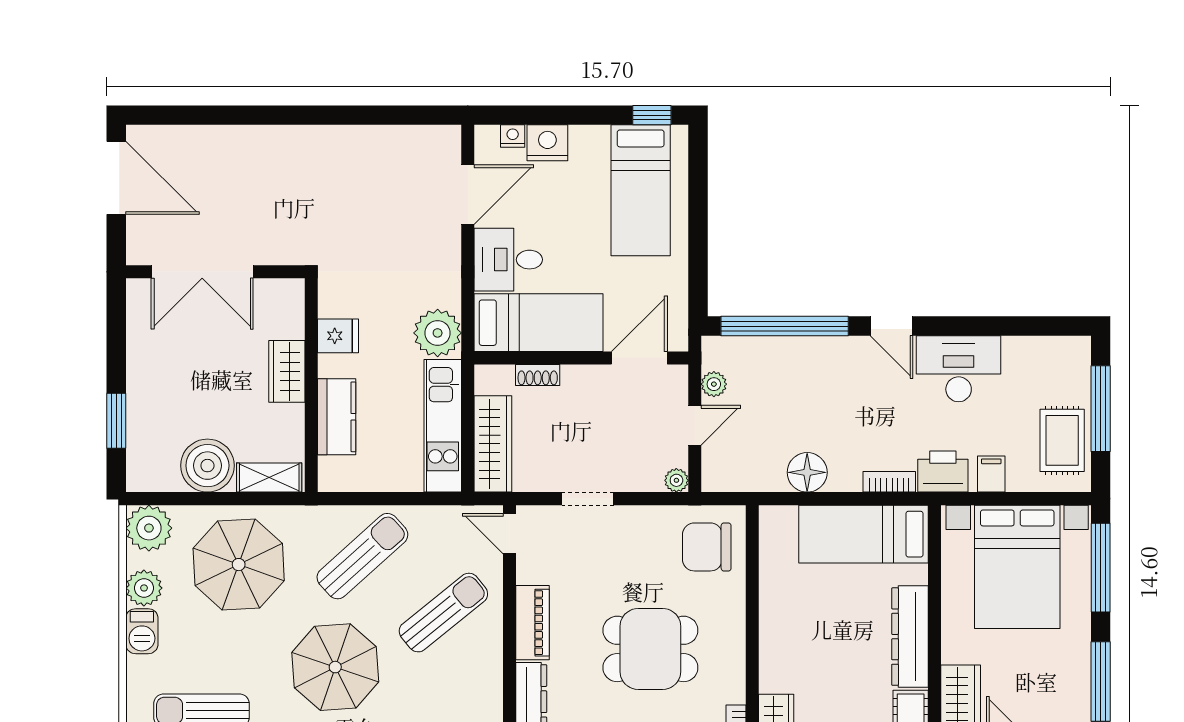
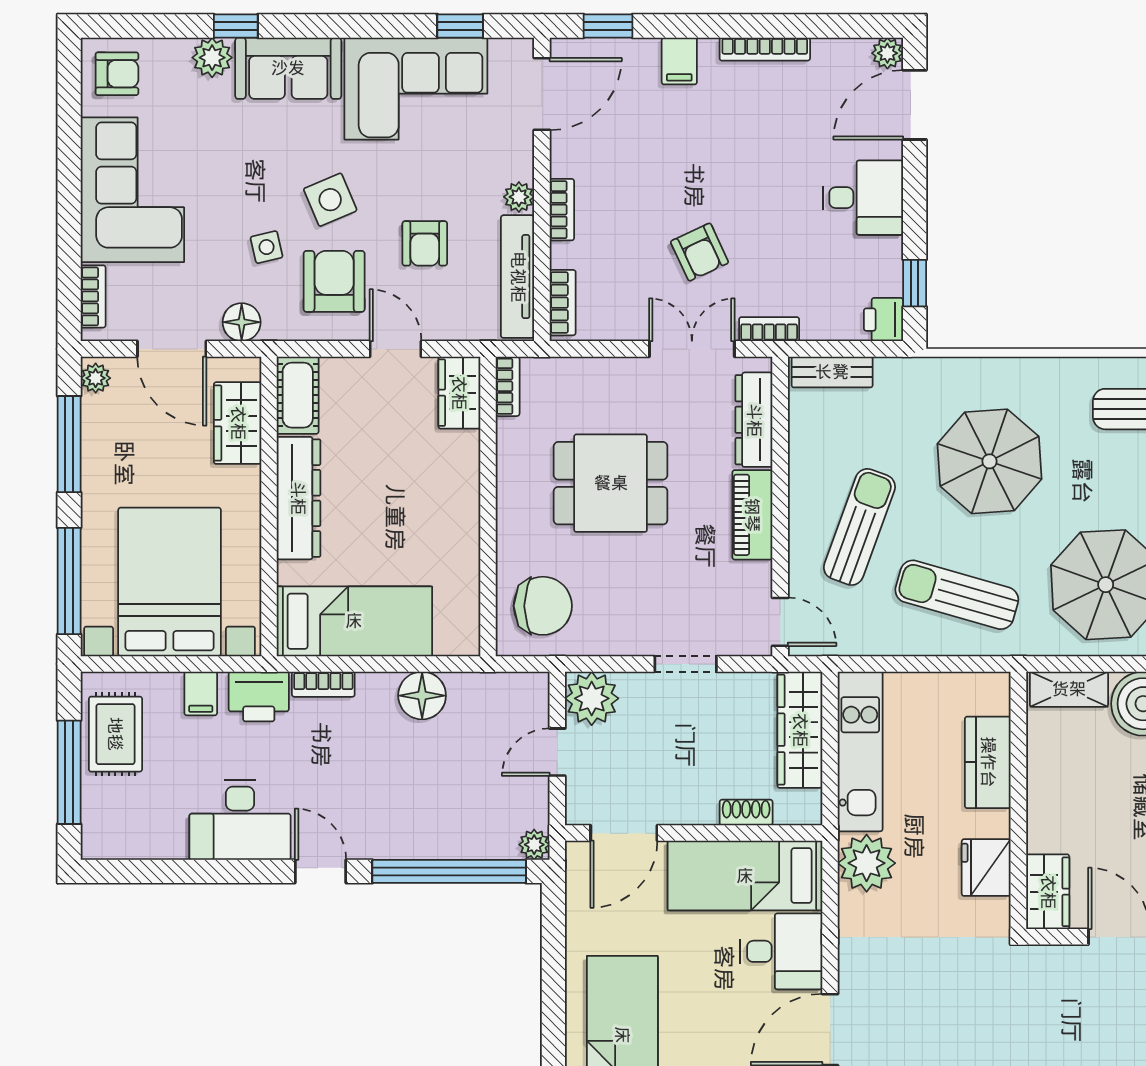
fridge: (338, 336) -> (986, 868), width x1.38
wardrobe: (287, 371) -> (1048, 892), moved
plant: (714, 384) -> (534, 845), moved
plant: (676, 480) -> (592, 698), width x1.88, depth x1.88
sun lounger: (362, 556) -> (957, 595), turned 58
sun lounger: (443, 613) -> (859, 527), turned 149

